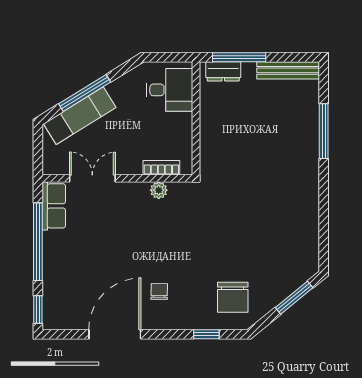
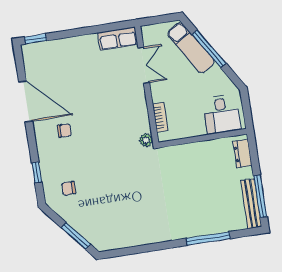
window: (239, 57) -> (260, 196), moved
plant: (159, 190) -> (146, 140), moved
window: (38, 242) -> (88, 31), removed
chair: (233, 297) -> (69, 188), width x0.54, depth x0.54

